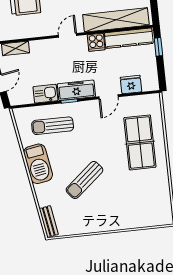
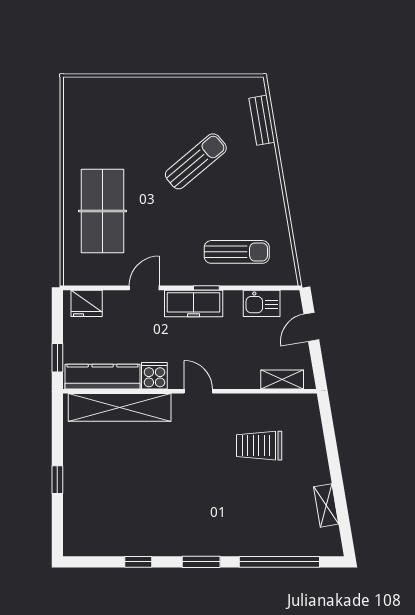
door: (67, 35) -> (198, 391), swing flipped
fridge: (131, 85) -> (87, 303), moved
kitchen sink: (45, 94) -> (262, 303), moved
barbecue: (38, 164) -> (266, 195), removed
bench: (49, 222) -> (262, 120), moved

